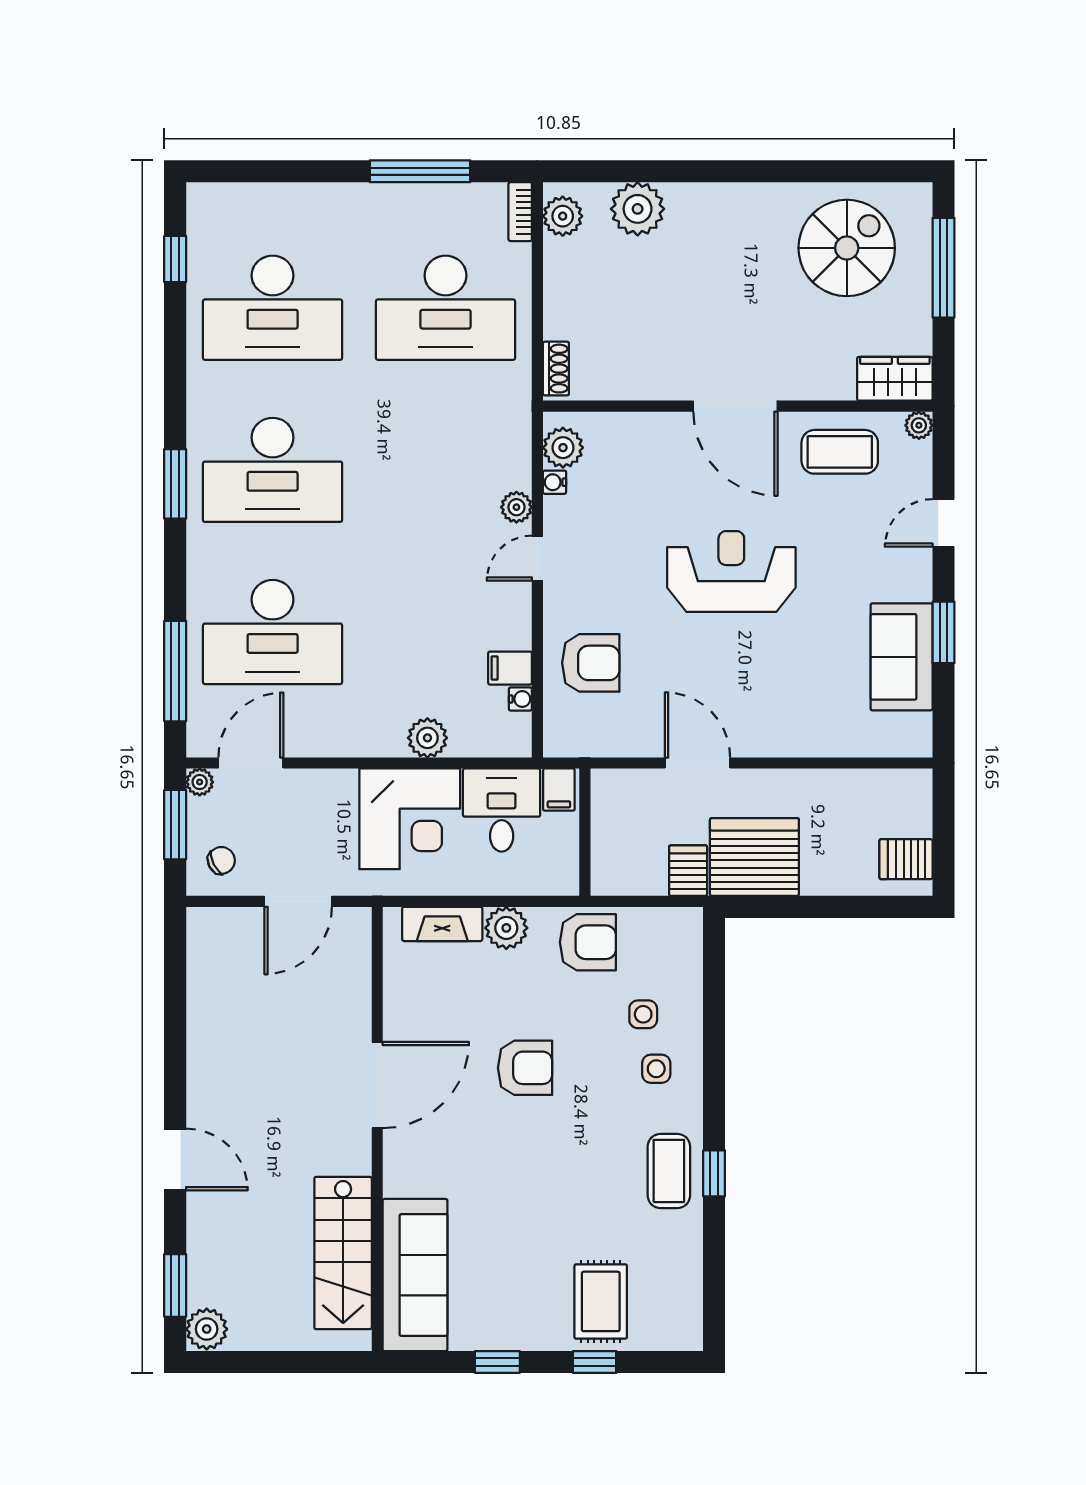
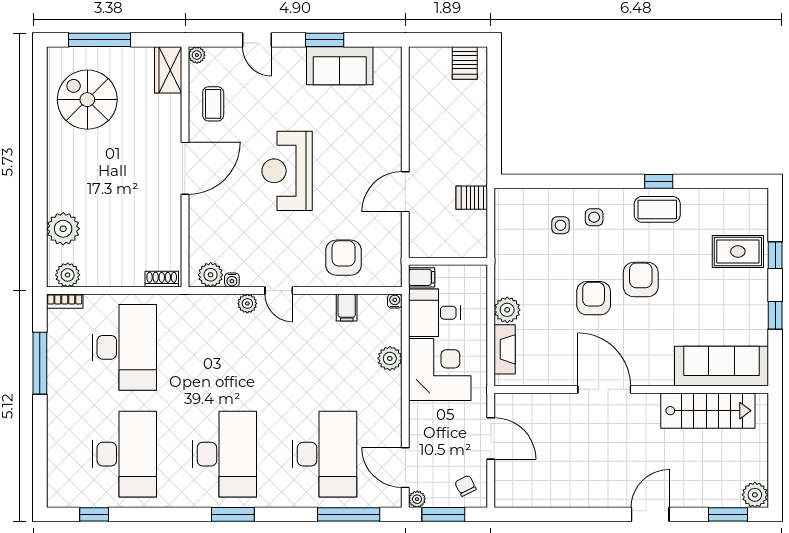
coffee table: (840, 452) -> (213, 104), width x0.73, depth x0.77
water cooler: (520, 699) -> (395, 301), moved
server rack: (754, 857) -> (463, 157), removed
armchair: (588, 942) -> (641, 280), moved

